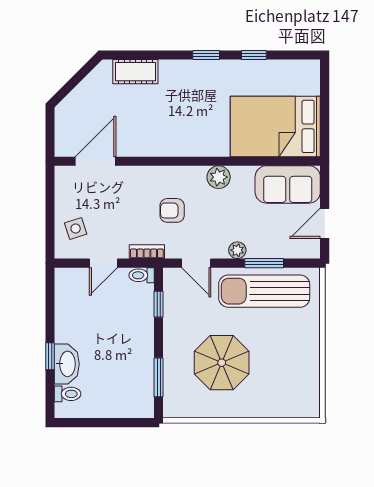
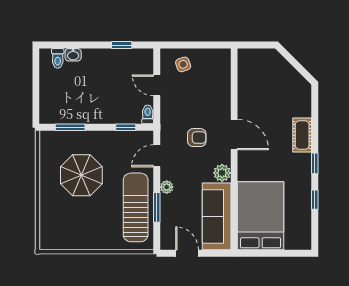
cot: (135, 72) -> (302, 135), moved
door: (95, 161) -> (234, 134), moved
sofa: (288, 184) -> (217, 216), width x1.36
armchair: (172, 210) -> (197, 138), turned 90
bookcase: (147, 252) -> (166, 119), removed
window: (50, 356) -> (122, 45), moved
washbasin: (67, 364) -> (73, 55), width x0.52, depth x0.69

